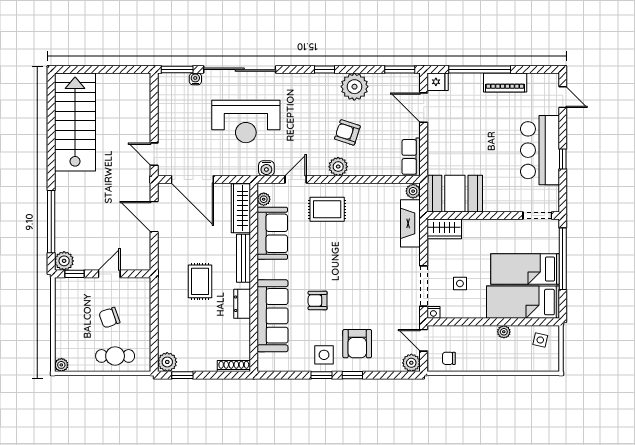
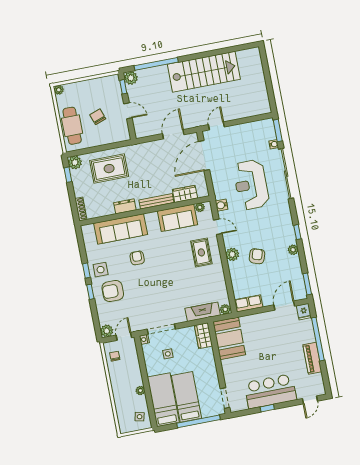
plant: (354, 87) -> (293, 250), width x0.53, depth x0.53
stairs: (75, 122) -> (204, 72), moved
wardrobe: (241, 208) -> (185, 194), width x0.67
rug: (200, 281) -> (109, 169), moved, width x1.36, depth x1.43
cafe table: (115, 356) -> (72, 126), width x1.37, depth x1.35

